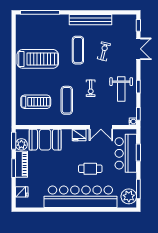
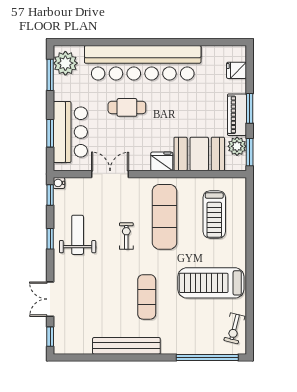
exercise bike: (104, 51) -> (234, 328), moved
exercise mat: (67, 100) -> (165, 217), width x1.36, depth x1.45
treadmill: (36, 102) -> (214, 214), turned -90
fridge: (79, 135) -> (162, 161), moved

